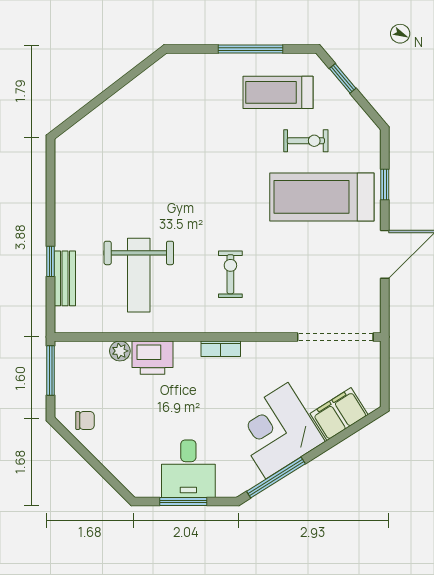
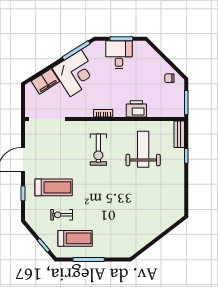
treadmill: (322, 197) -> (54, 187), width x0.73, depth x0.73
exercise bike: (230, 274) -> (98, 150), width x1.38, depth x1.39
bench: (65, 278) -> (179, 134), moved
plant: (120, 351) -> (152, 112), removed

